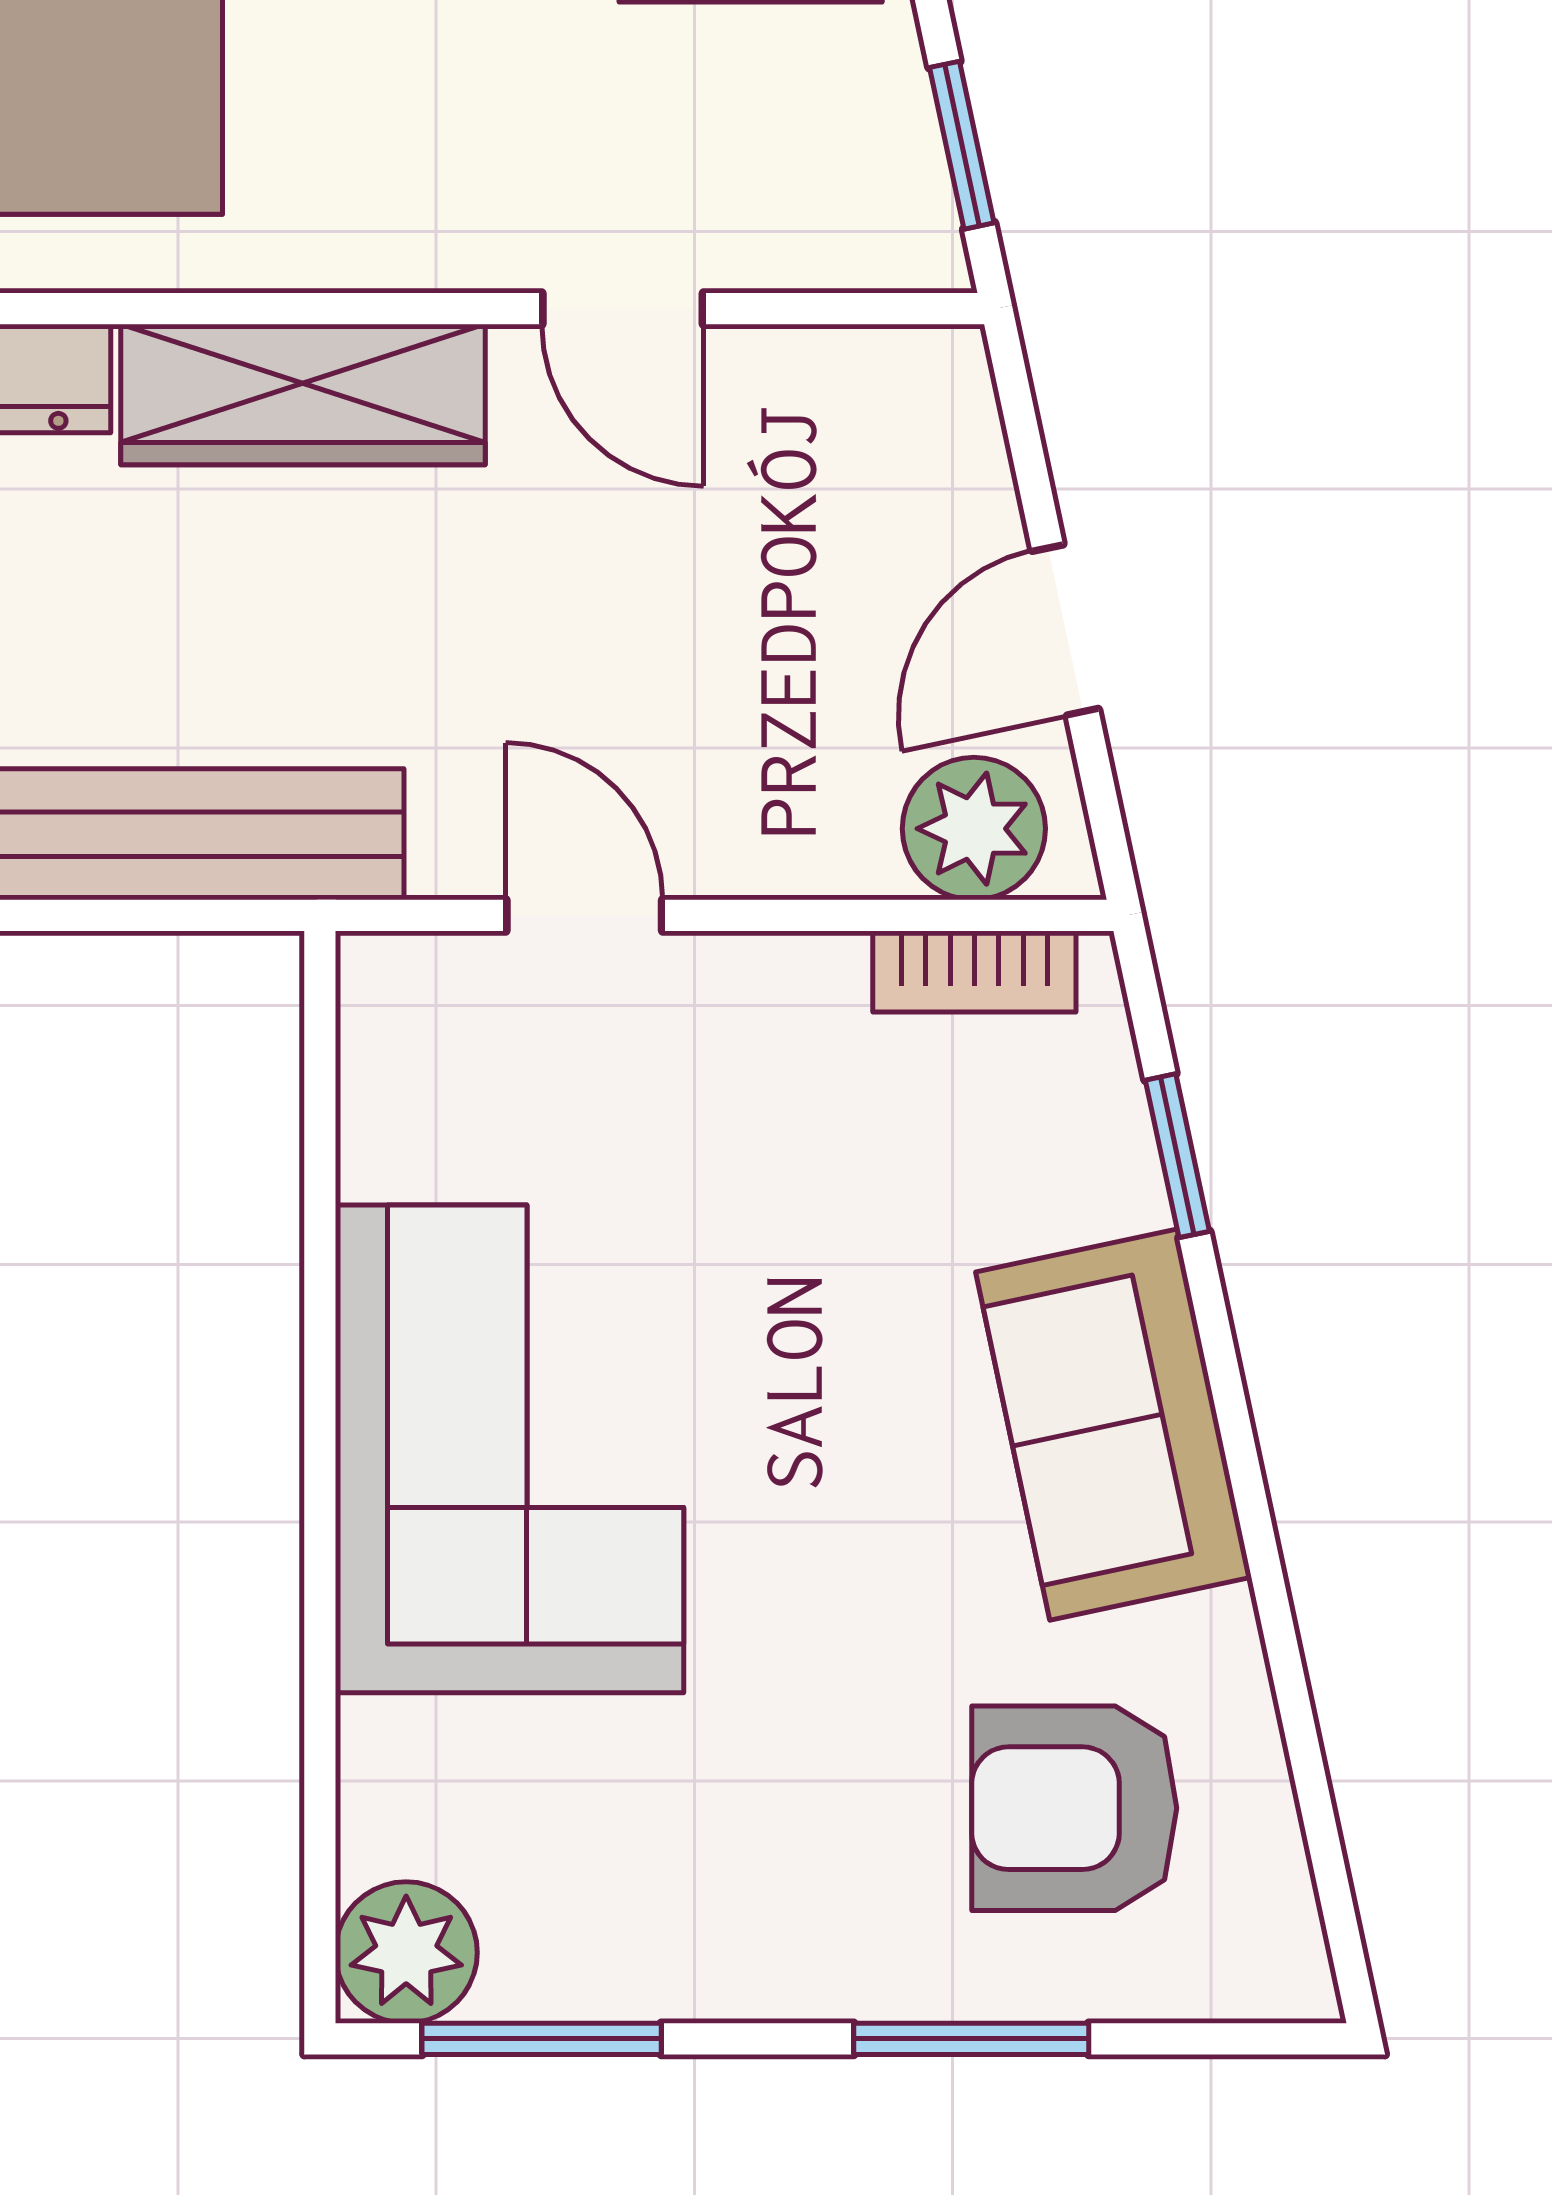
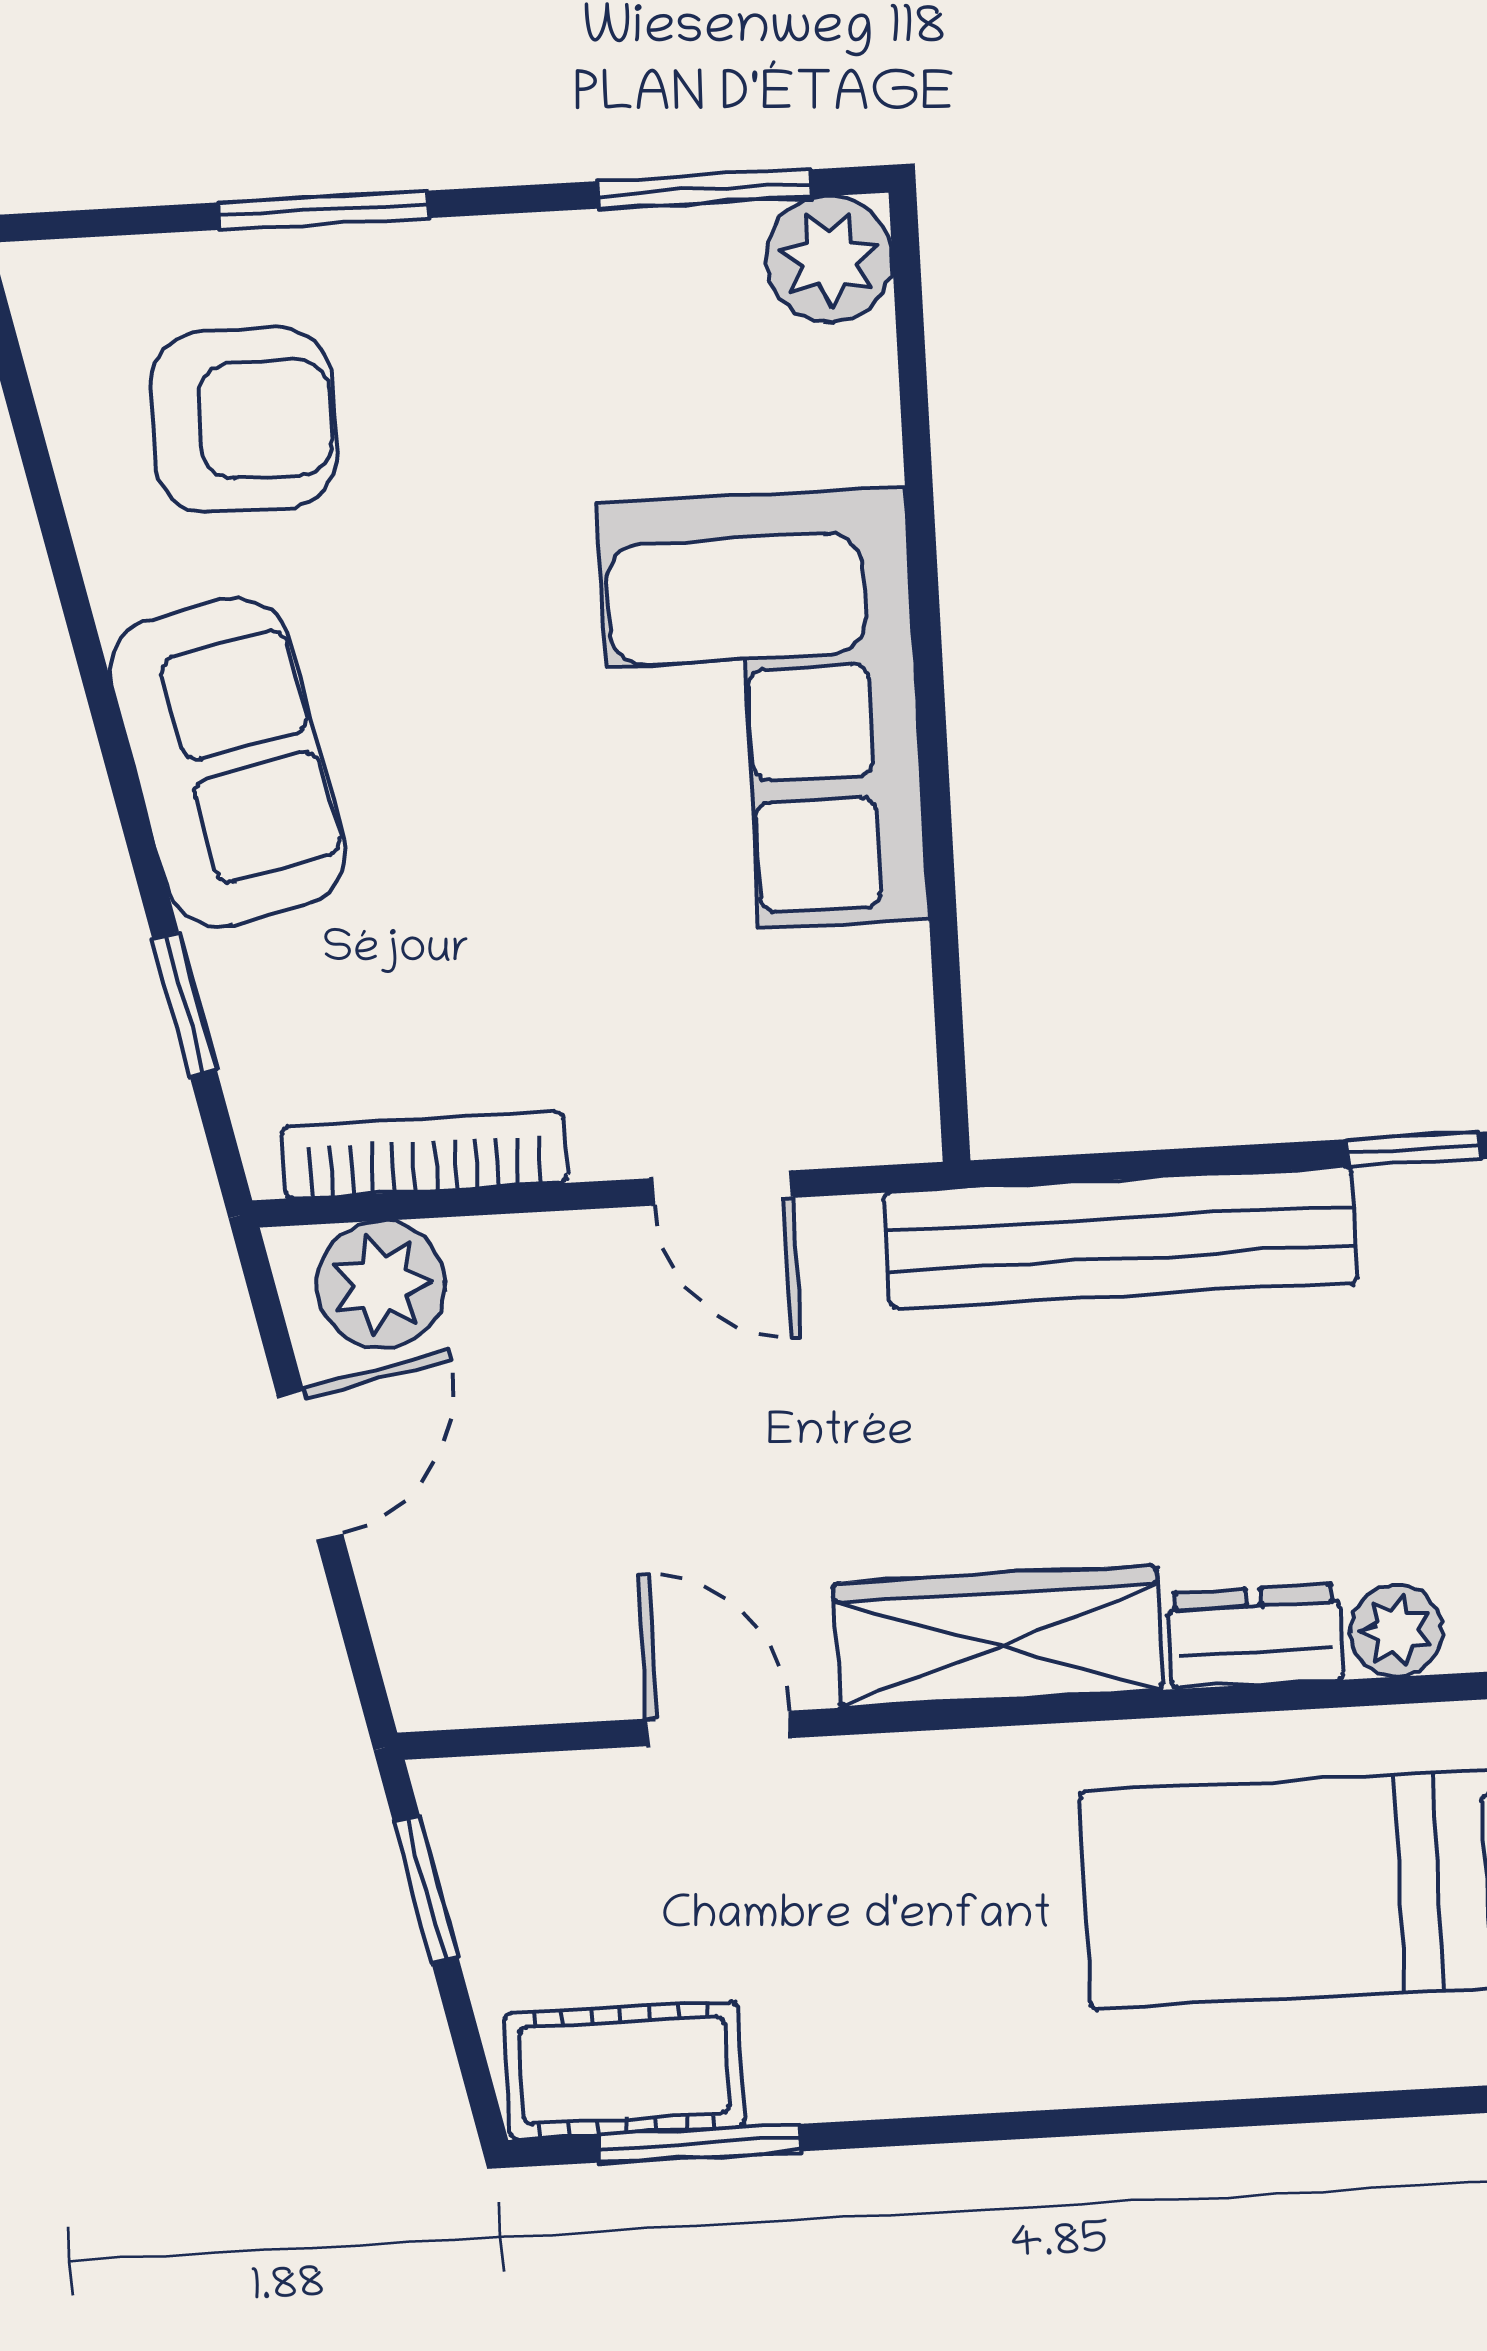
bookcase: (974, 972) -> (424, 1155), width x1.56

